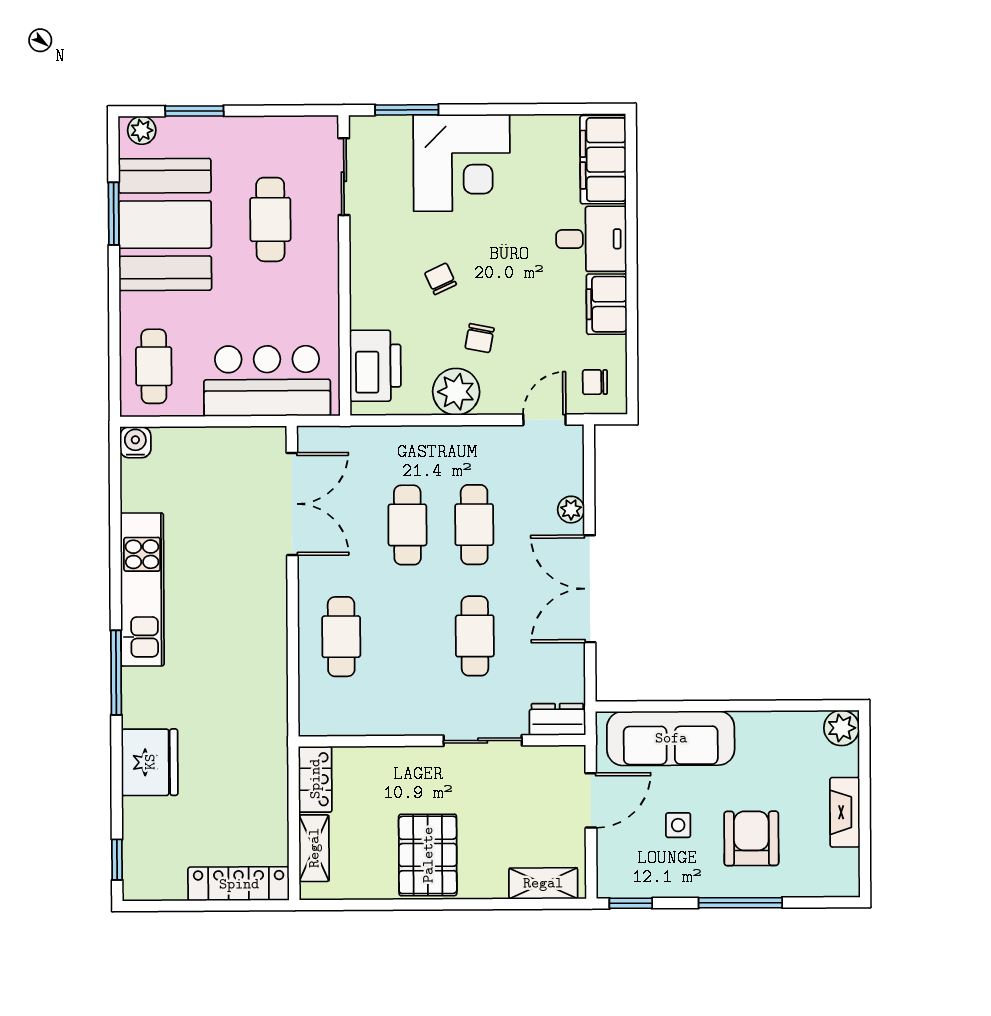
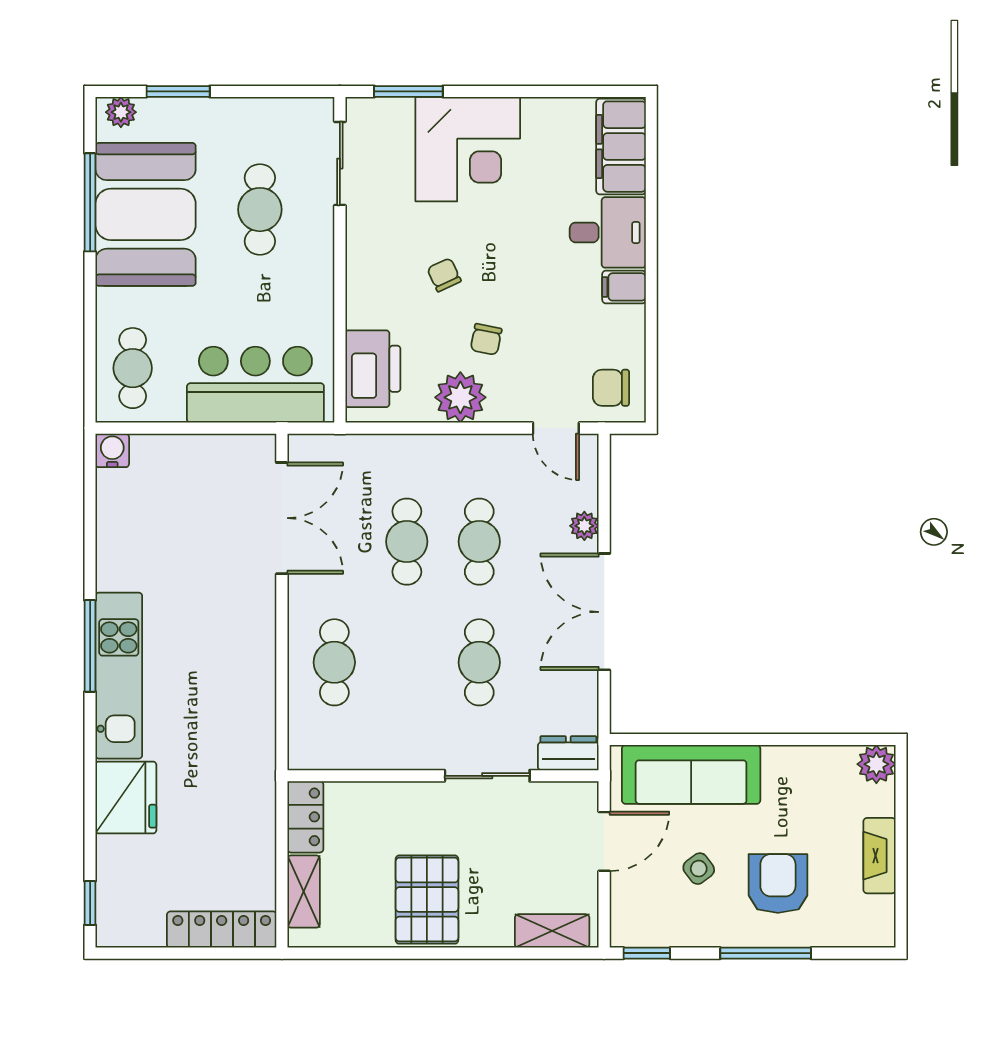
window: (114, 214) -> (90, 202), width x1.44
filing cabinet: (607, 304) -> (624, 287), width x0.50
chair: (595, 382) -> (611, 388), width x1.37, depth x1.37
door: (544, 420) -> (556, 428), swing flipped
kitchen unit: (142, 589) -> (119, 676), moved
window: (116, 673) -> (90, 646), moved
side table: (678, 825) -> (699, 869), turned -37

